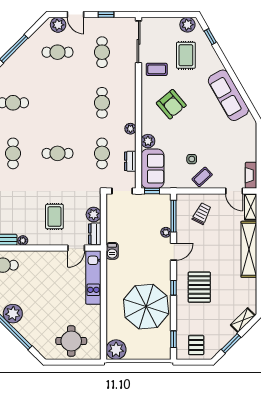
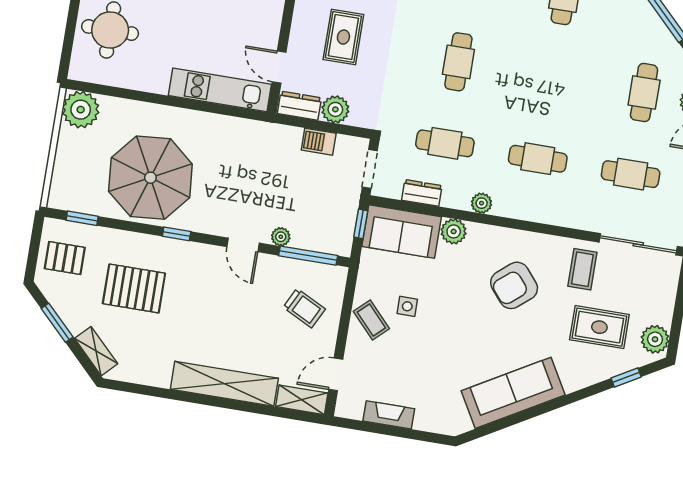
fireplace: (251, 175) -> (389, 415), moved
rug: (54, 217) -> (343, 37), turned 90
barbecue: (112, 251) -> (319, 142), moved
pallet: (199, 287) -> (134, 288), moved

